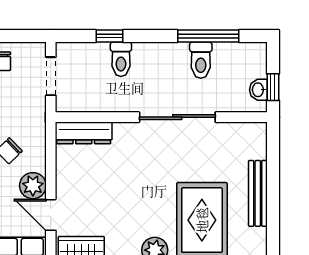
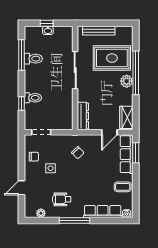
wall: (161, 117) -> (75, 78), moved
sliding door: (177, 117) -> (75, 70), moved
dresser: (84, 133) -> (83, 116), moved
plant: (33, 186) -> (95, 141), removed

